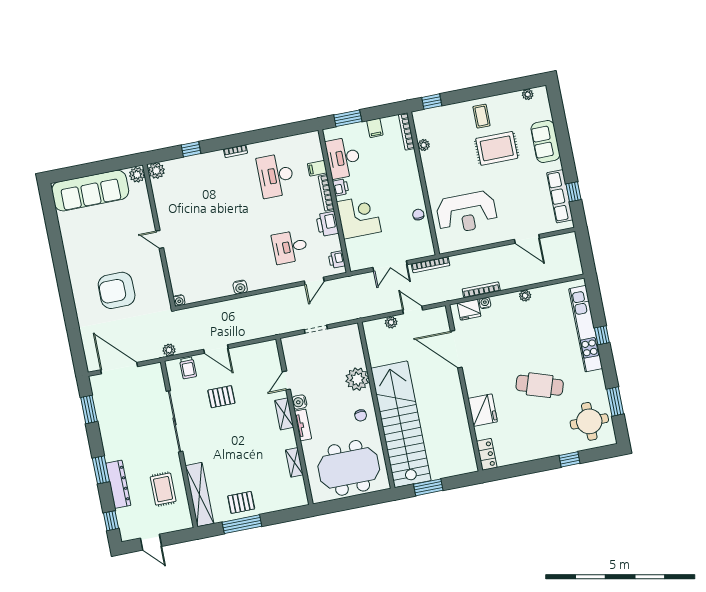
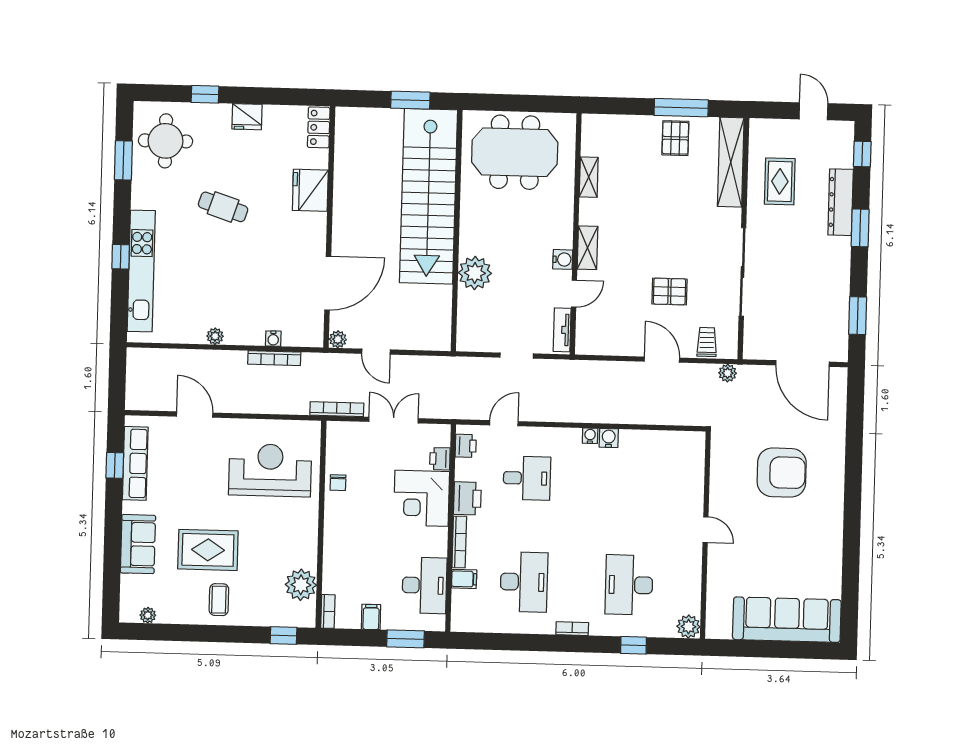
bookcase: (407, 131) -> (328, 611), width x0.64
plant: (424, 145) -> (301, 585), width x1.88, depth x1.88
plant: (137, 175) -> (717, 627), removed
printer: (341, 187) -> (440, 459), moved
desk: (203, 190) -> (629, 585), added
water cooler: (179, 300) -> (590, 436), moved
fridge: (469, 310) -> (247, 117), moved, turned 180
plant: (391, 322) -> (338, 339), moved
door: (456, 349) -> (328, 283), hinge flipped
cafe table: (540, 385) -> (223, 207), width x0.73, depth x0.74
chair: (361, 415) -> (482, 221), removed
tv unit: (303, 425) -> (562, 330), moved
pallet: (241, 502) -> (675, 138), turned 90

